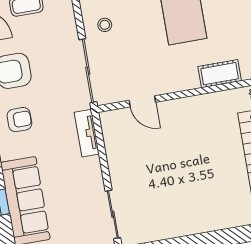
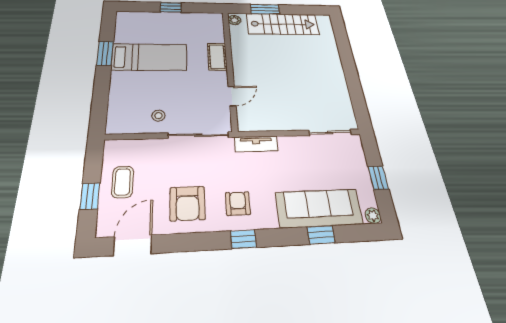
cot: (220, 74) -> (217, 57), moved

